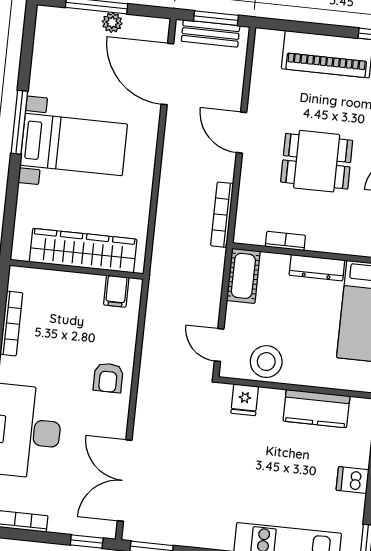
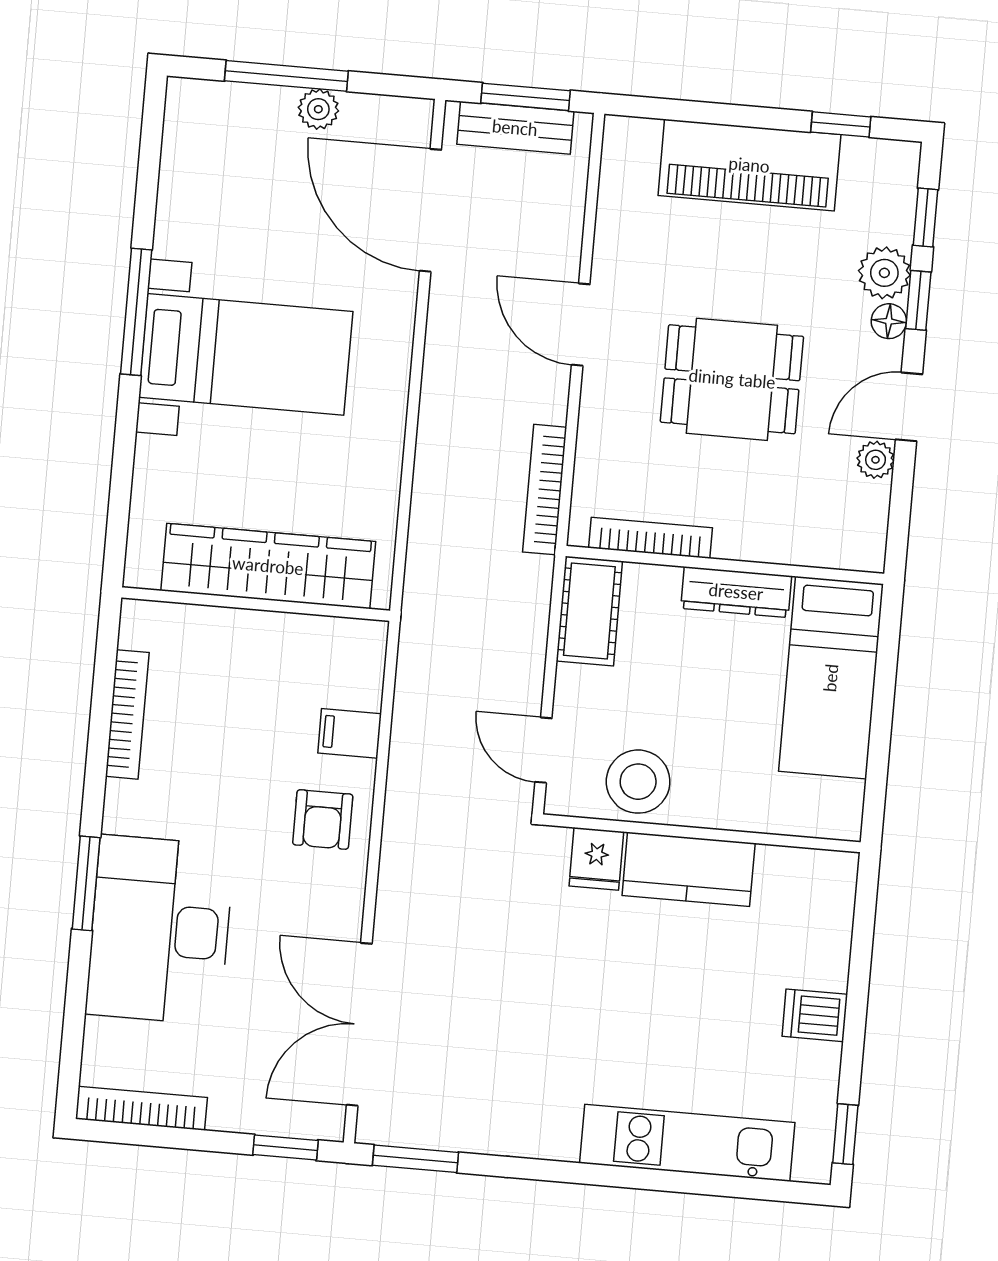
bookcase: (285, 241) -> (650, 538), width x1.56
filing cabinet: (116, 291) -> (350, 733), moved, turned 90
kitchen counter: (316, 409) -> (689, 869), moved

